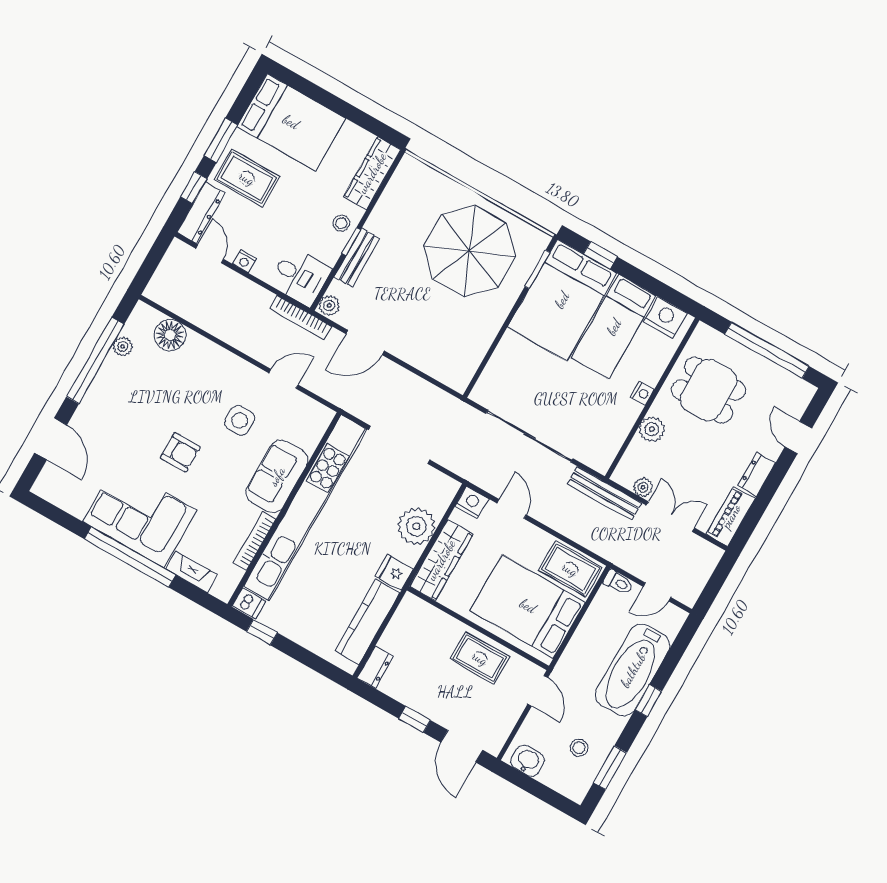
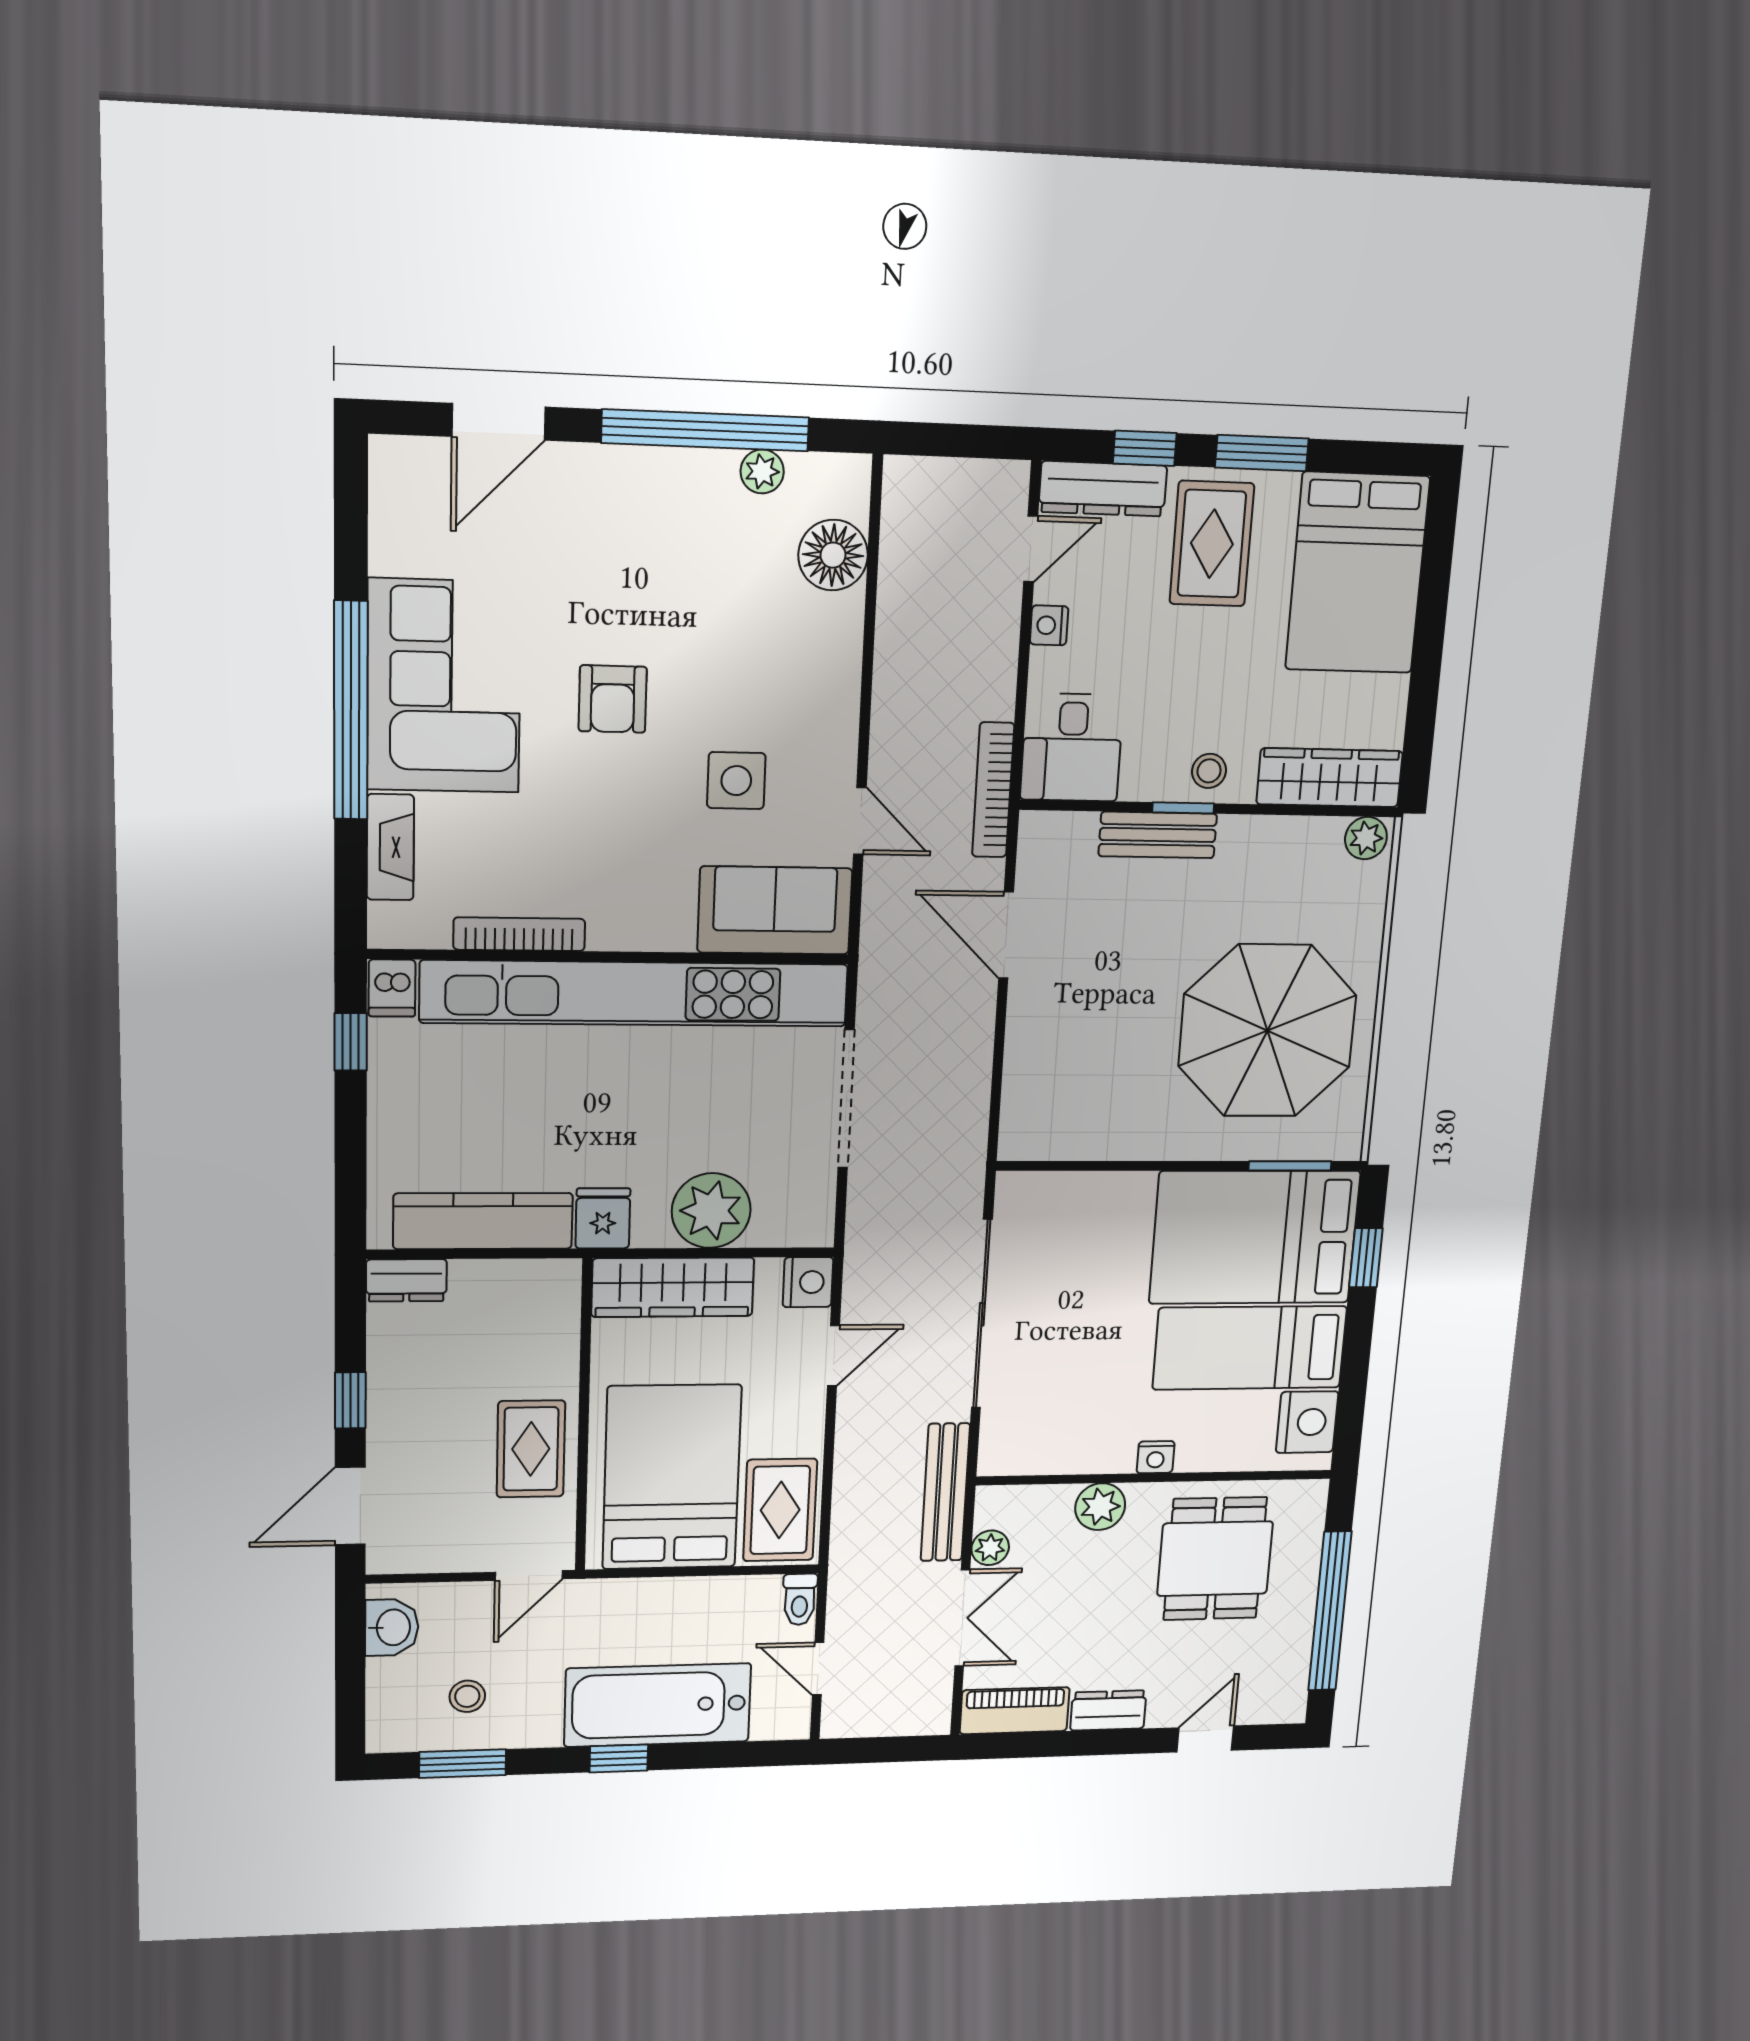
plant: (329, 306) -> (1366, 838), moved
sofa: (277, 476) -> (775, 910), moved

